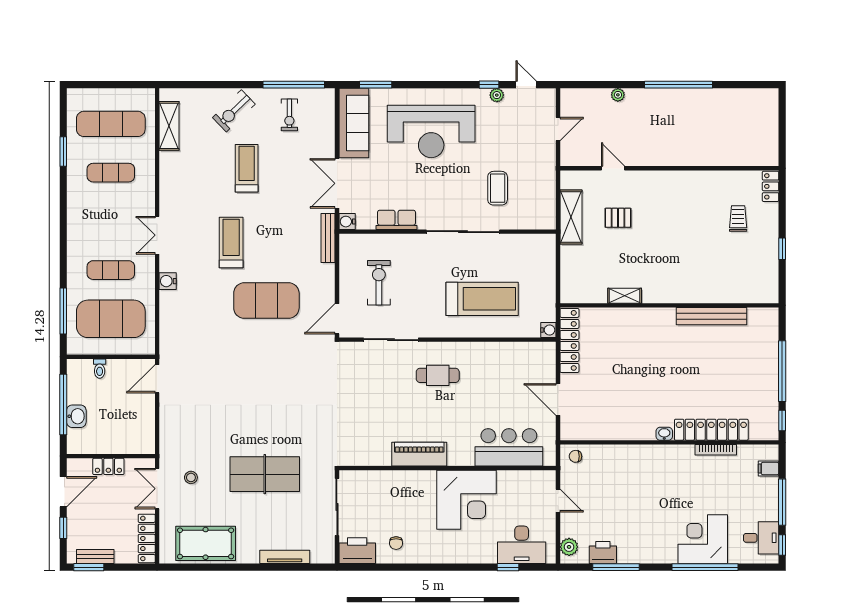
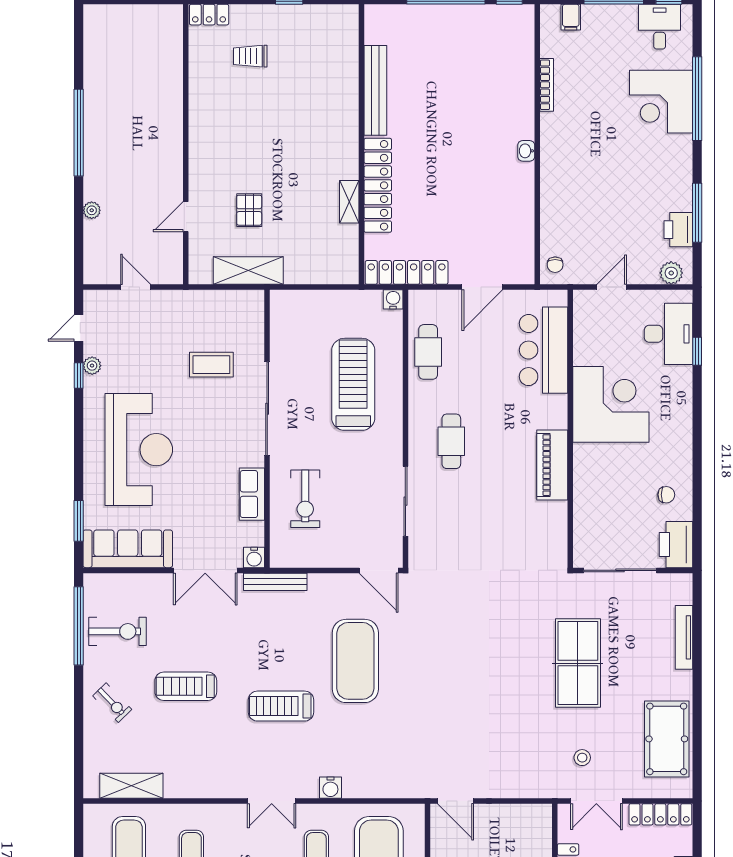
exercise bike: (234, 111) -> (112, 703), width x0.73, depth x0.72
exercise bike: (289, 115) -> (117, 631), width x1.38, depth x1.39
exercise bike: (379, 283) -> (305, 499), moved, turned -90
cafe table: (507, 357) -> (428, 352), added
locker: (711, 430) -> (378, 185), moved, turned 180

